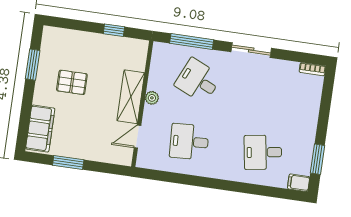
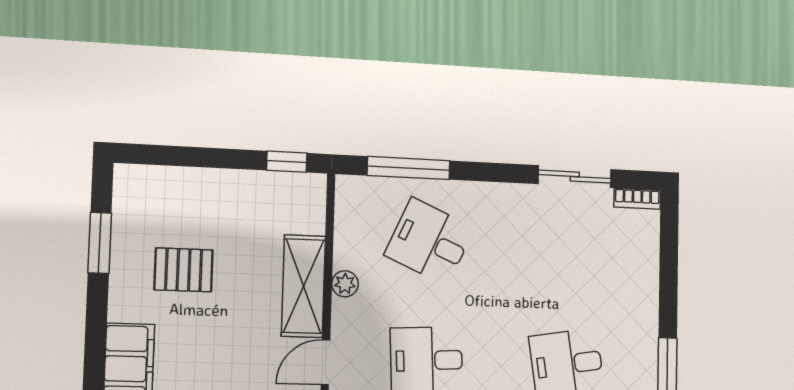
window: (114, 30) -> (287, 162), moved
sliding door: (251, 50) -> (575, 177), moved

